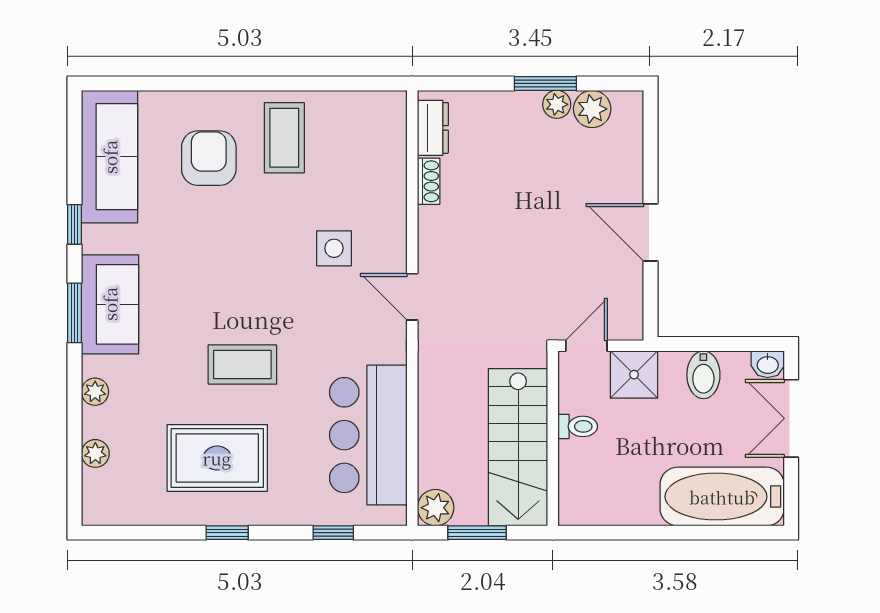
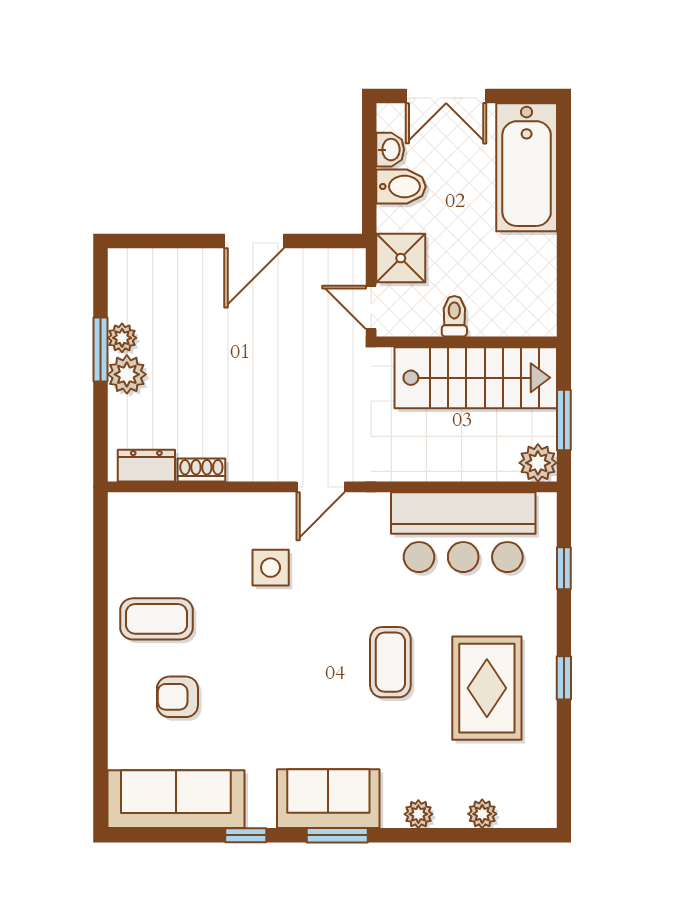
plant: (592, 109) -> (127, 374), moved
armchair: (209, 158) -> (177, 697), width x0.72, depth x0.72
washbasin: (768, 364) -> (390, 150), moved

